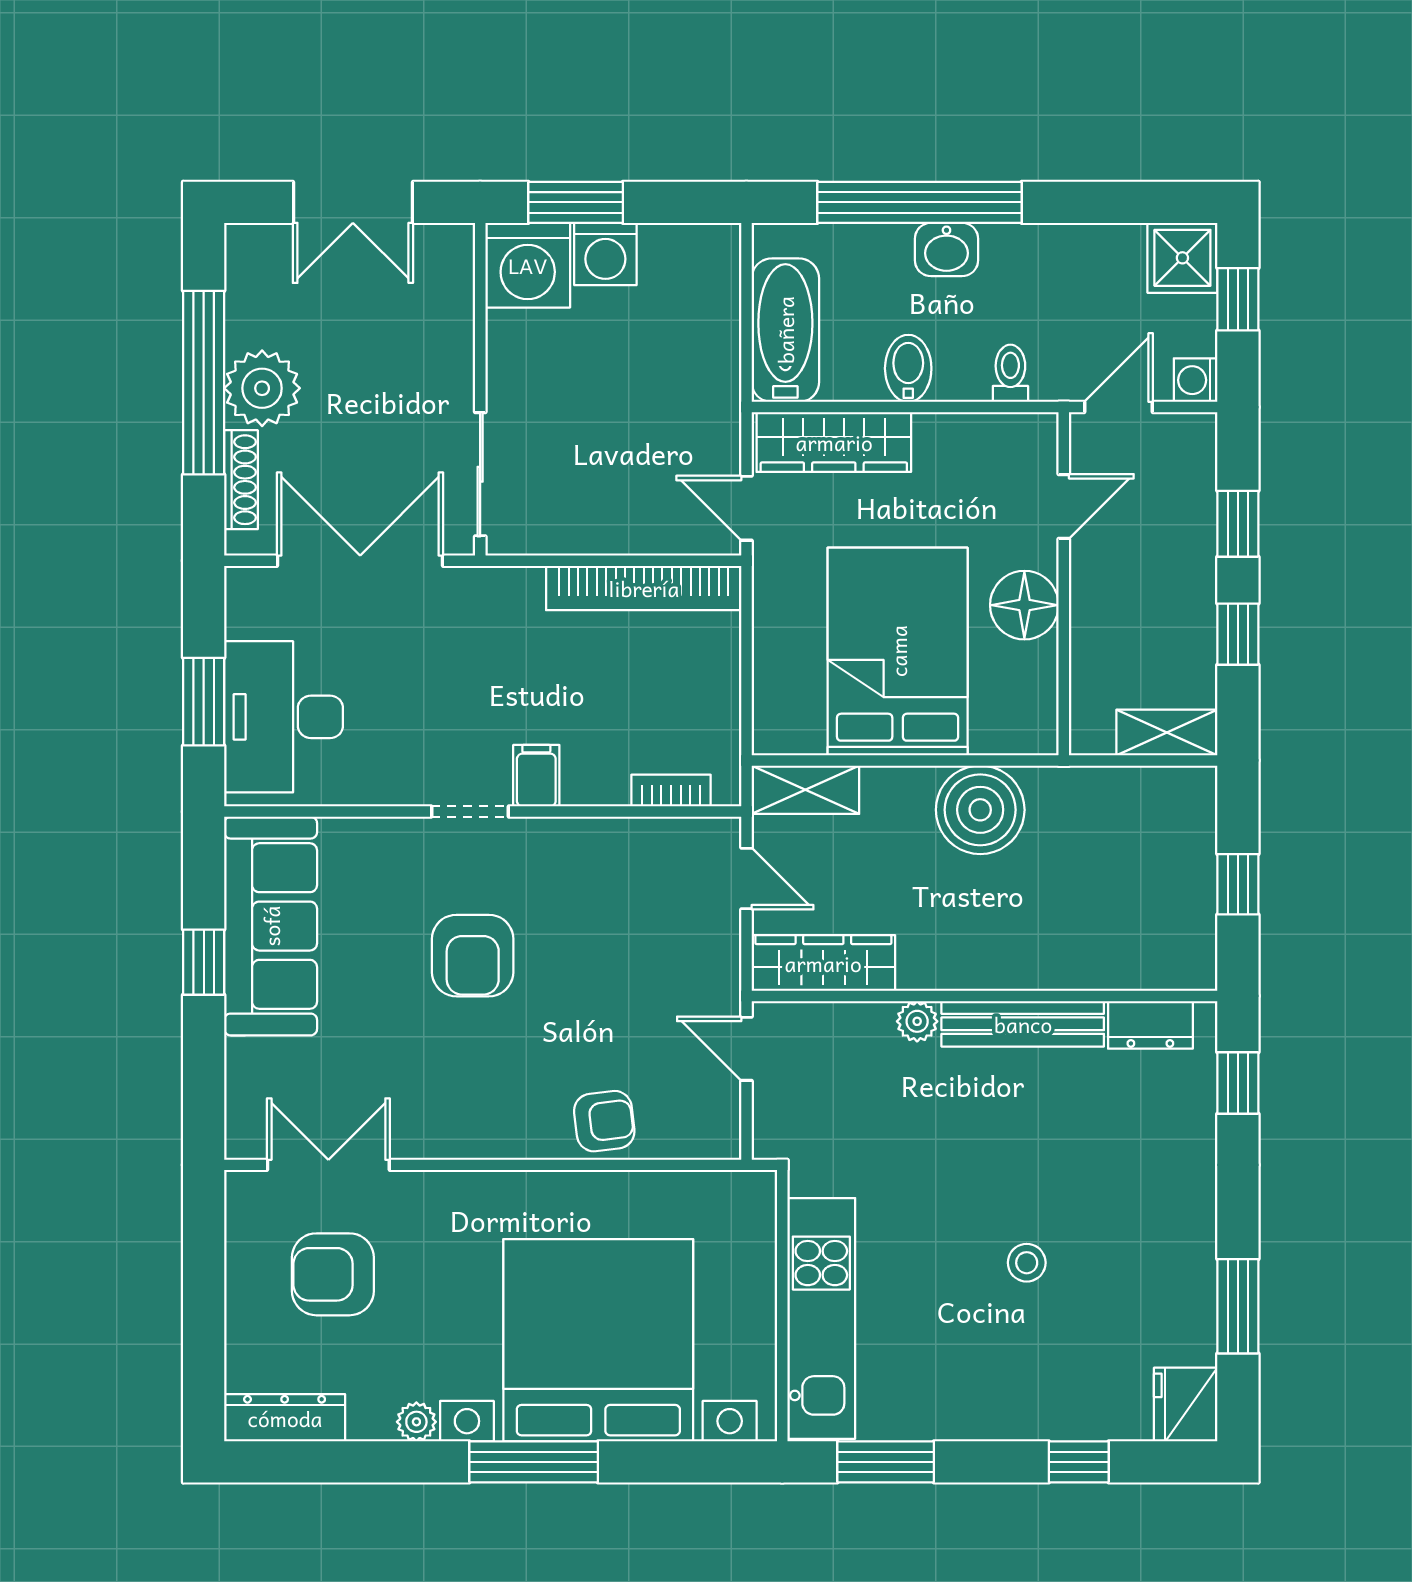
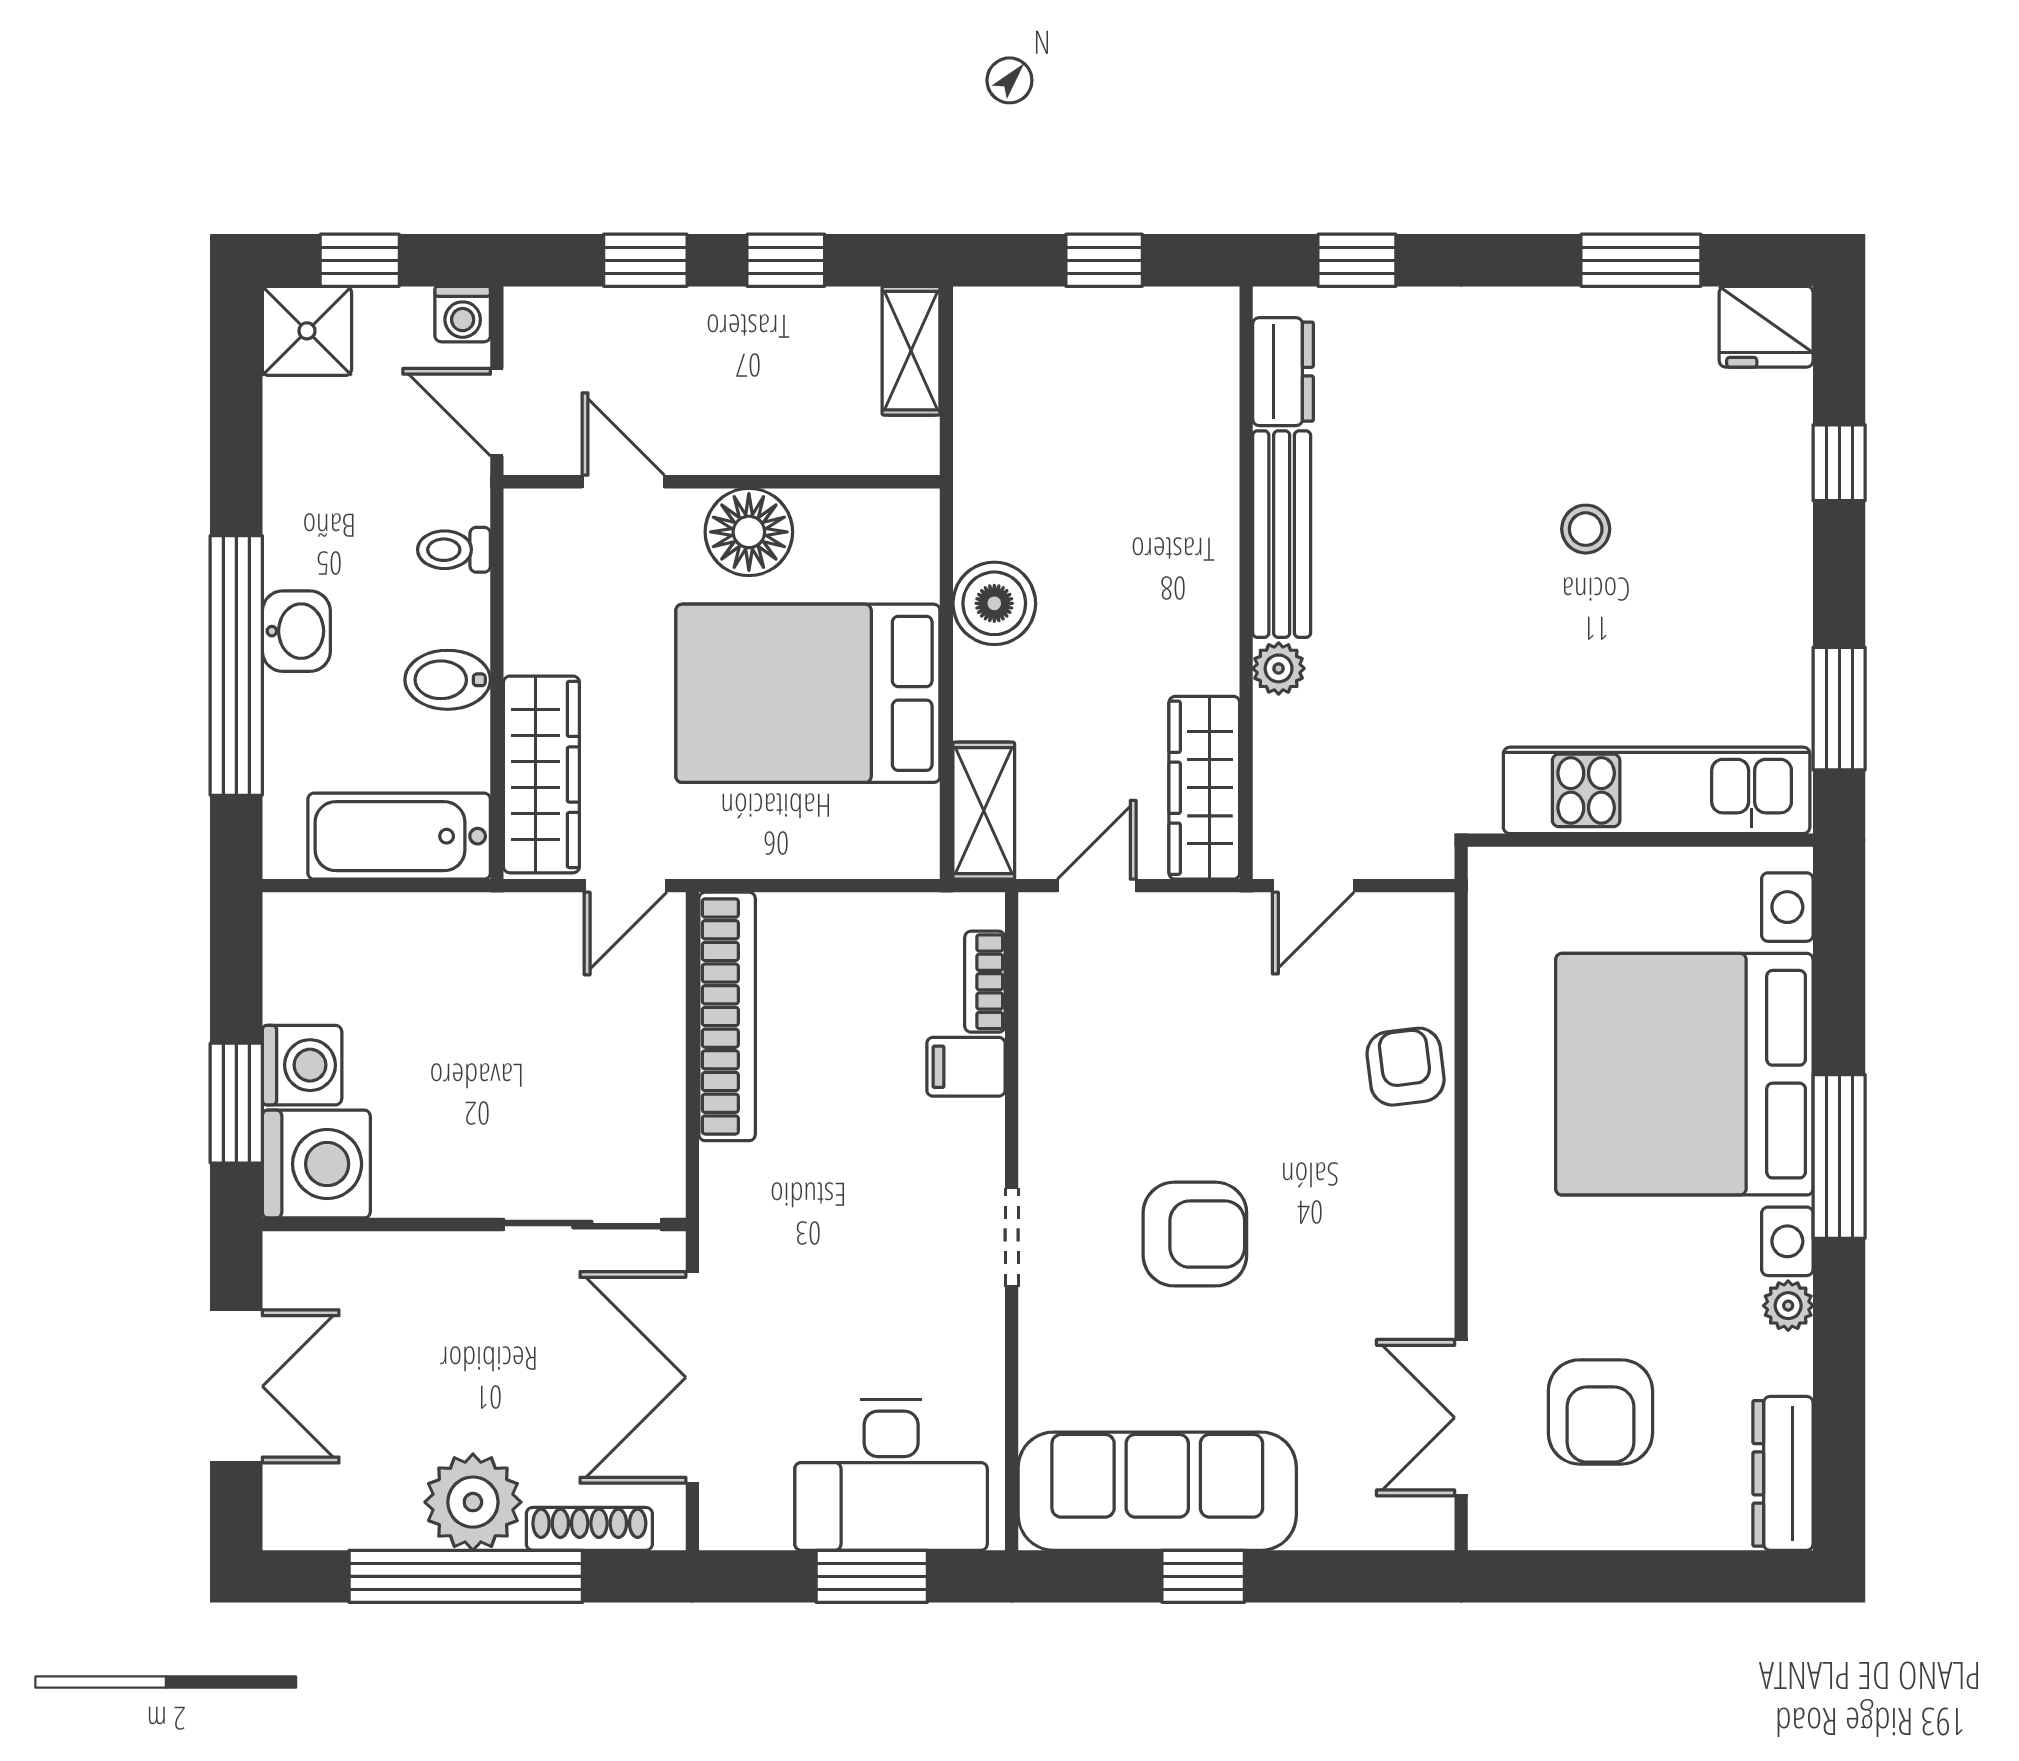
filing cabinet: (536, 776) -> (966, 1067), moved
boiler: (980, 810) -> (994, 603), width x0.73, depth x0.73

